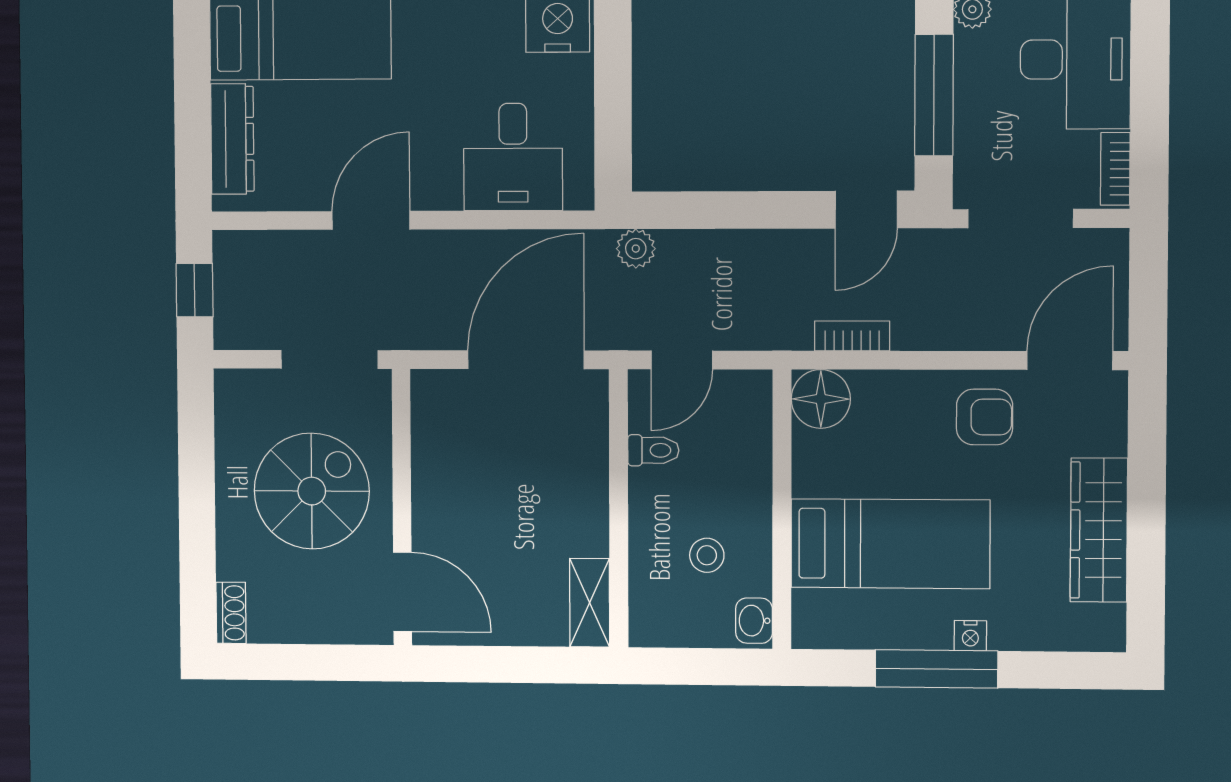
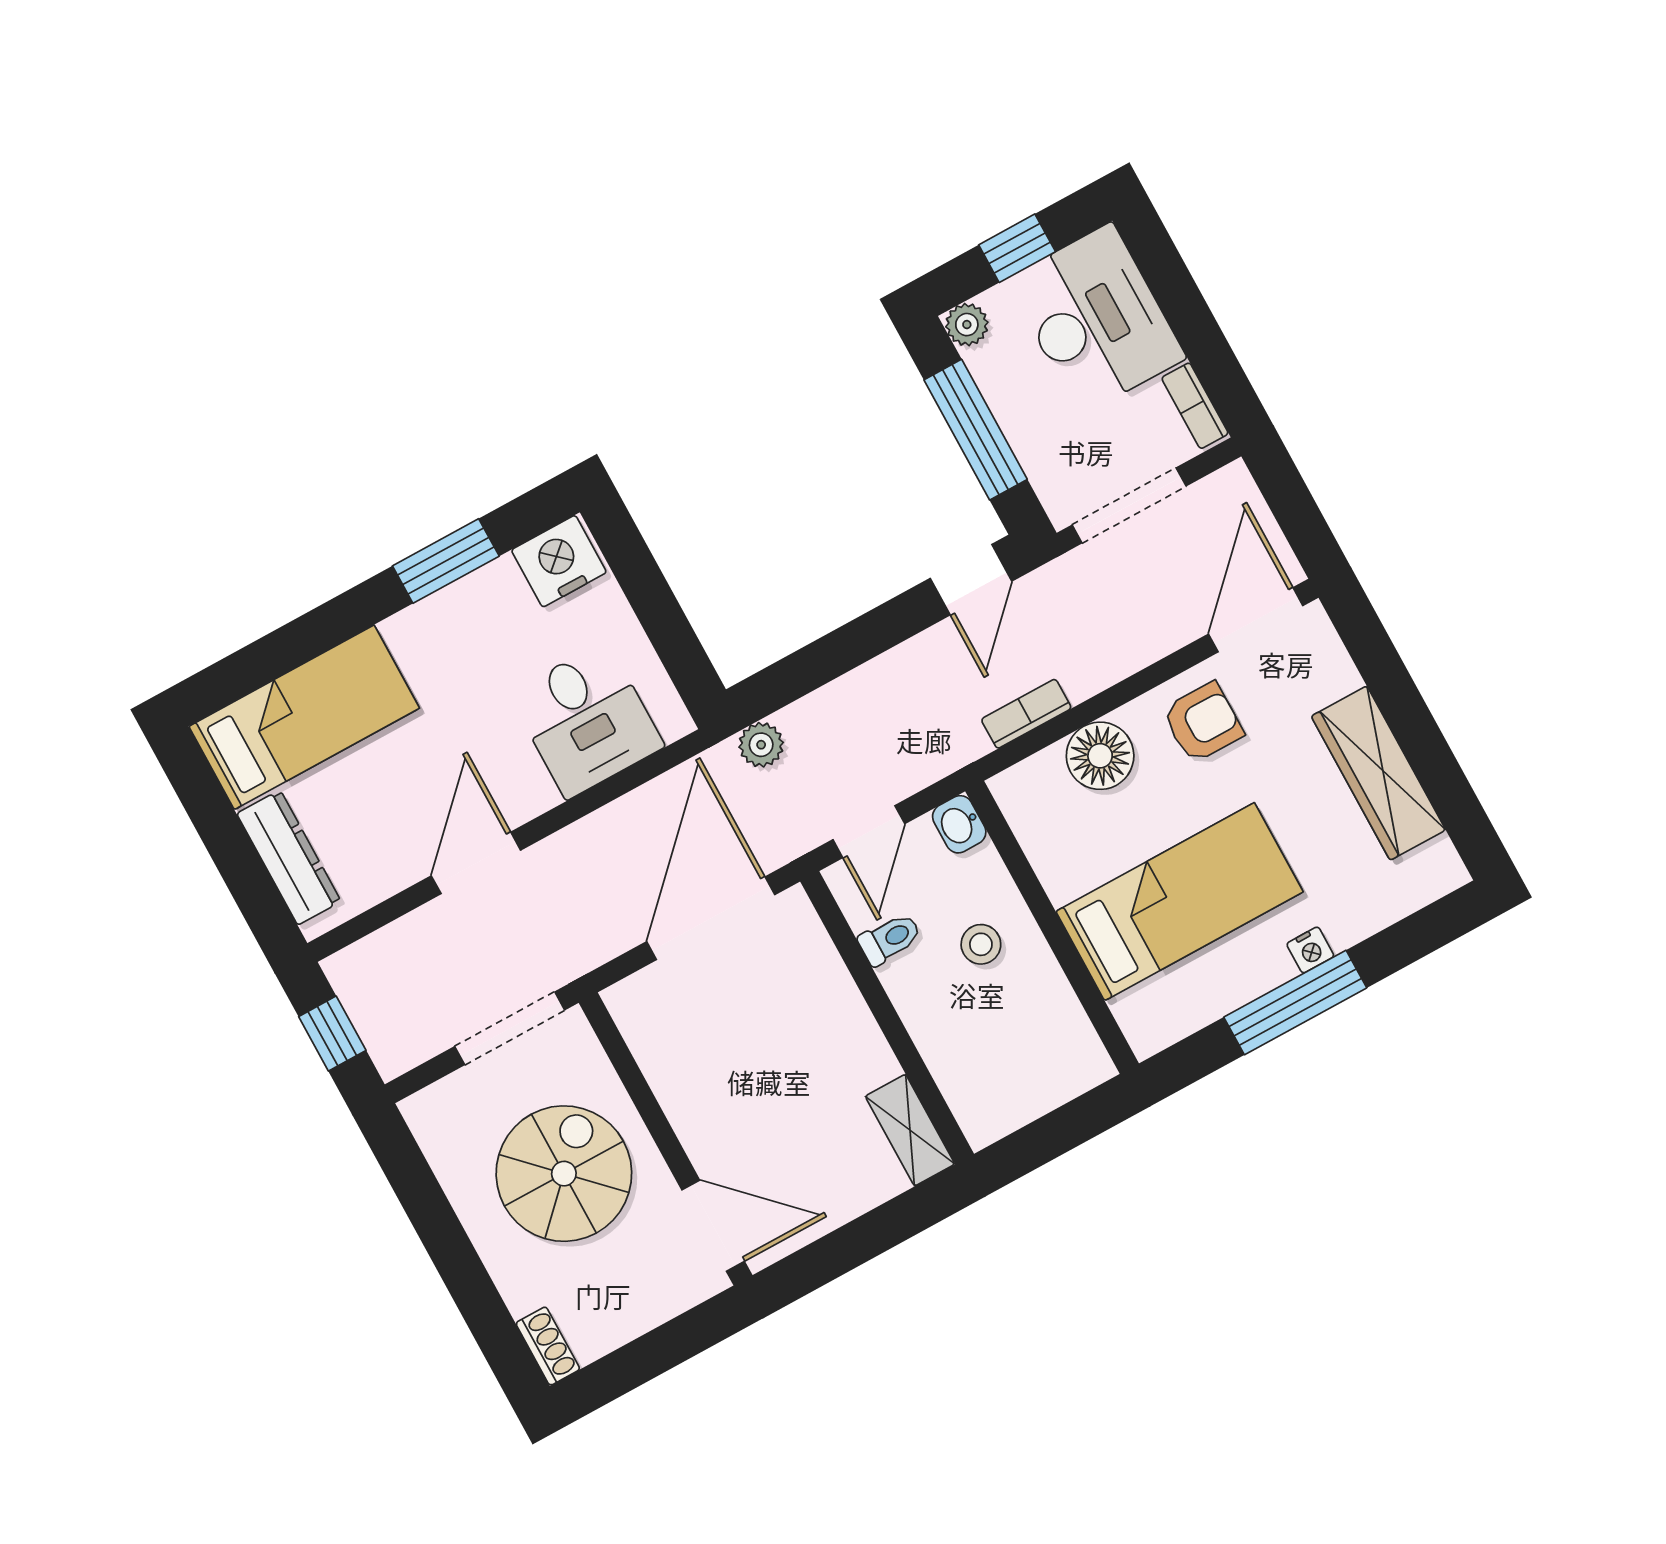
floor lamp: (821, 399) -> (1100, 756), moved
stool: (707, 555) -> (981, 944), moved
washbasin: (754, 621) -> (959, 824), moved

